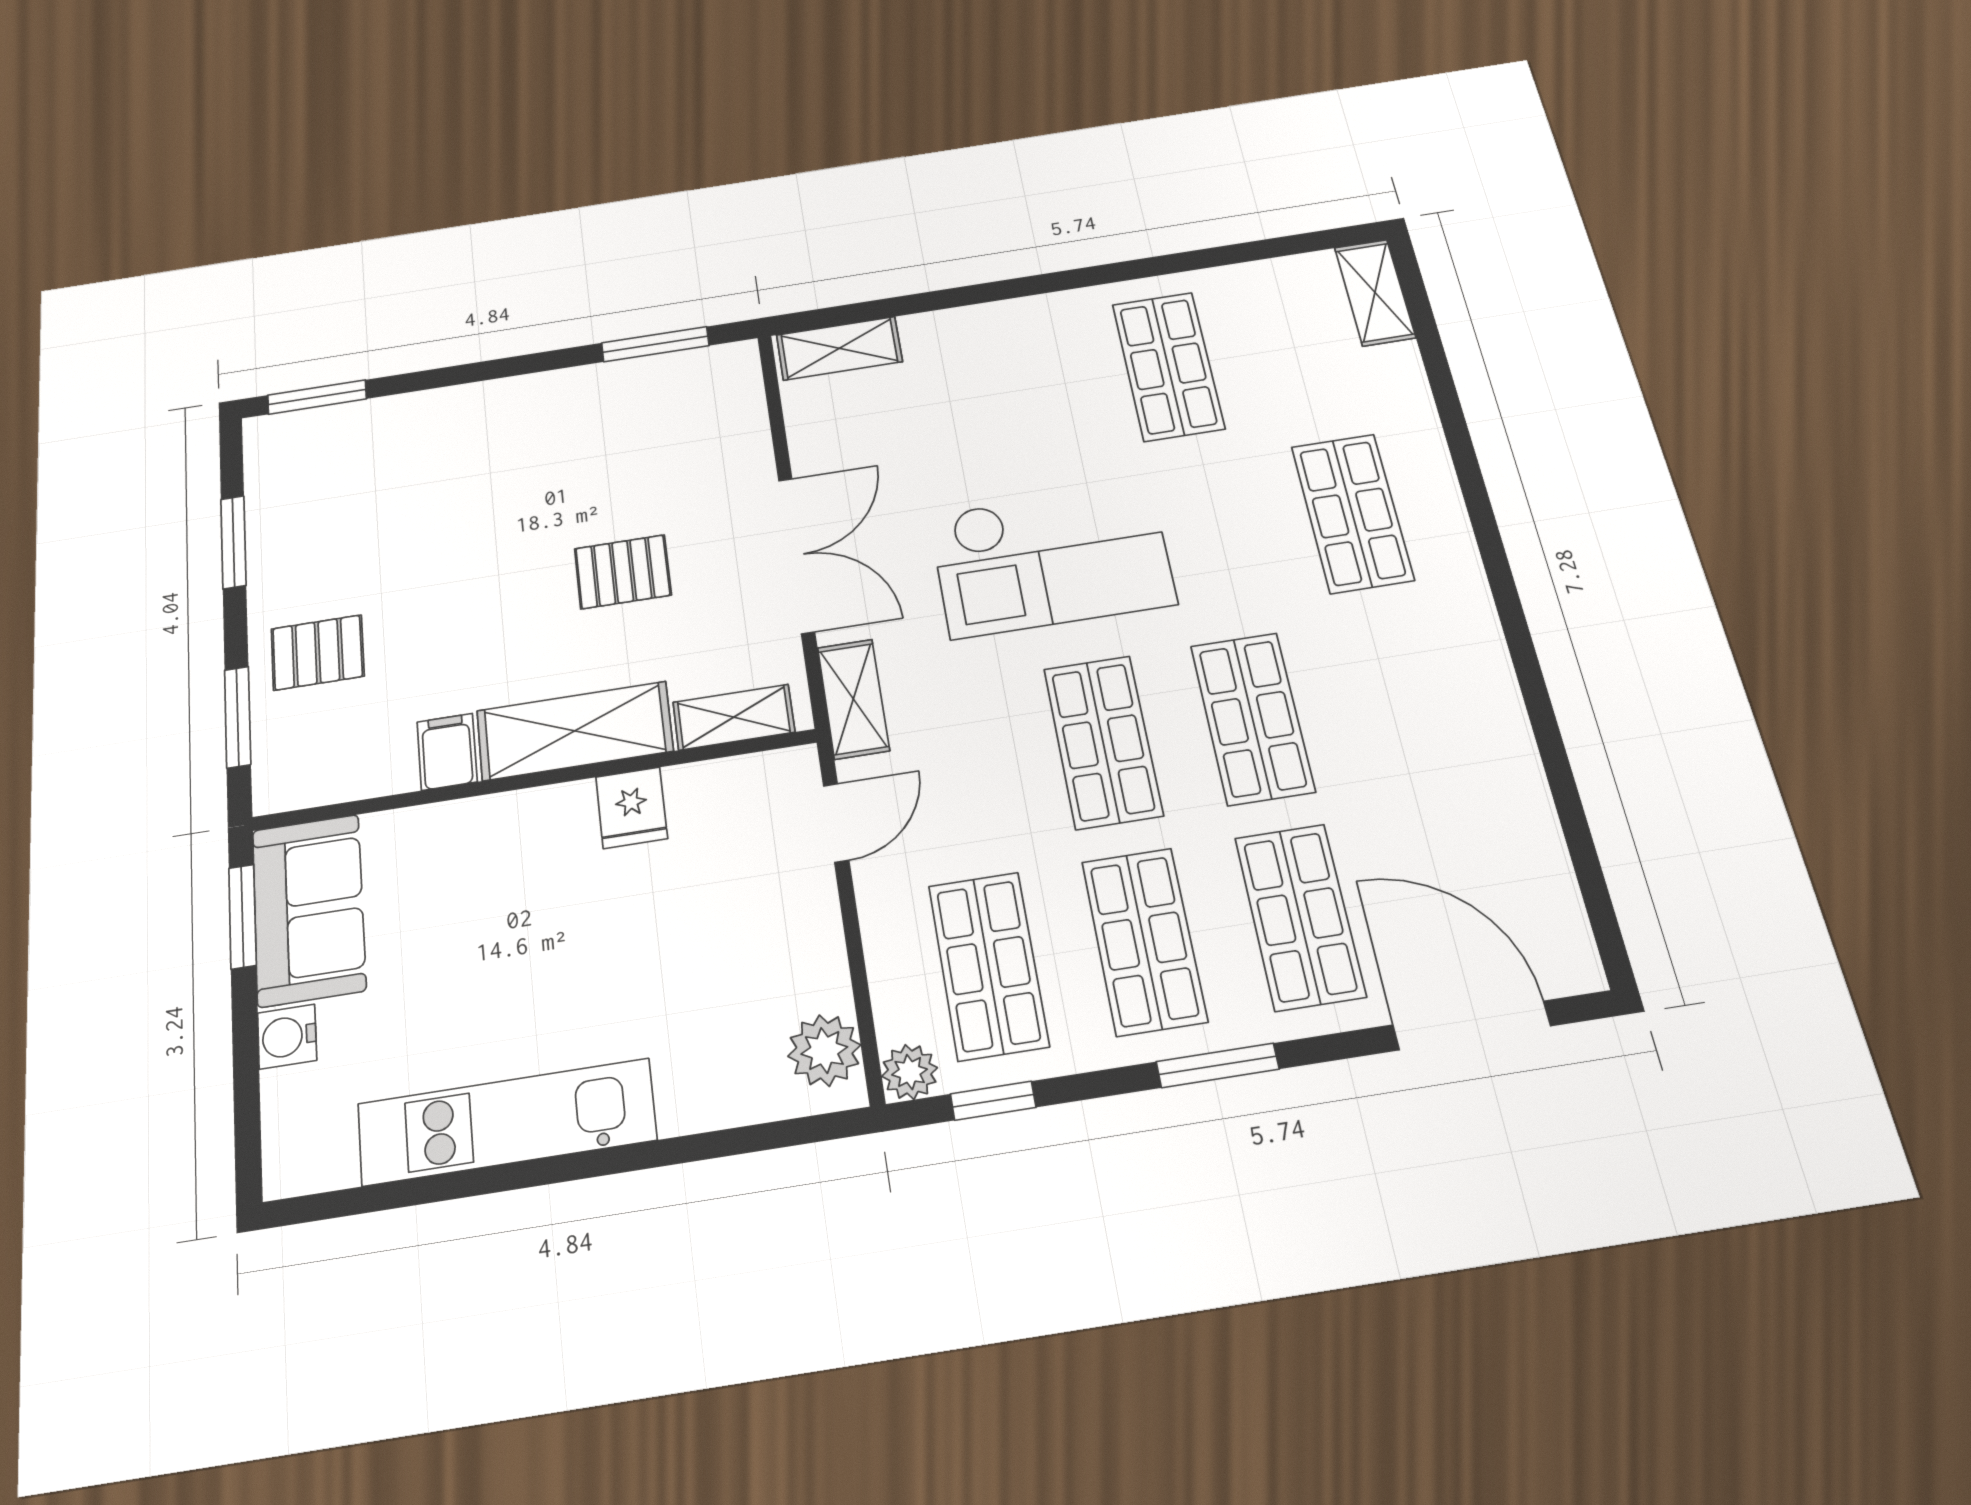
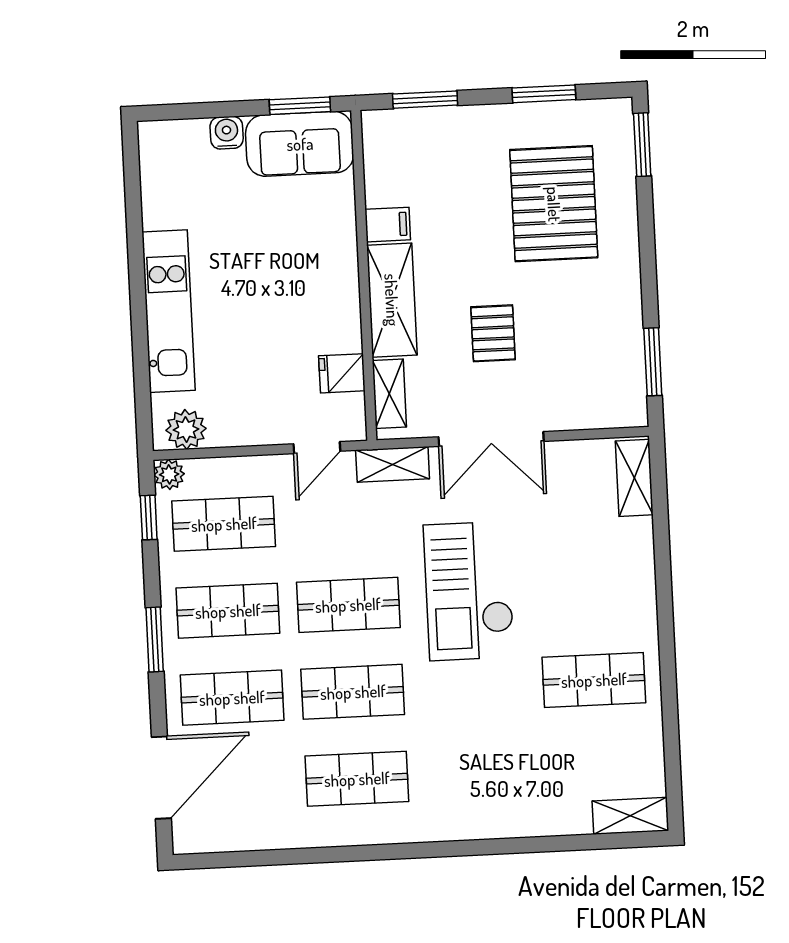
shop shelf: (1352, 513) -> (357, 779), moved
pallet: (318, 652) -> (554, 204), moved, width x2.05, depth x2.00
fridge: (632, 808) -> (342, 373), moved
door: (836, 823) -> (317, 448), hinge flipped
kitchen unit: (507, 1122) -> (168, 311), moved

